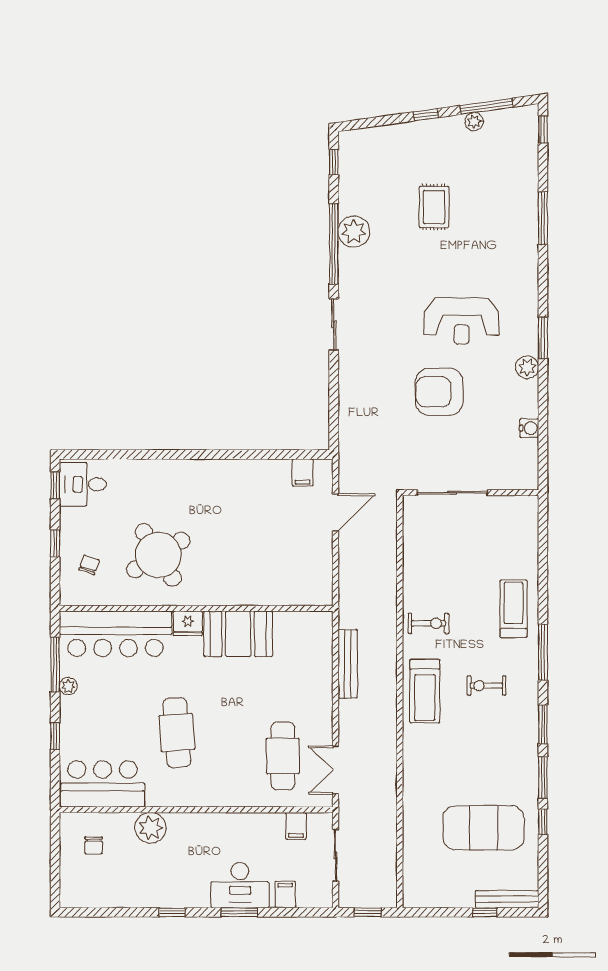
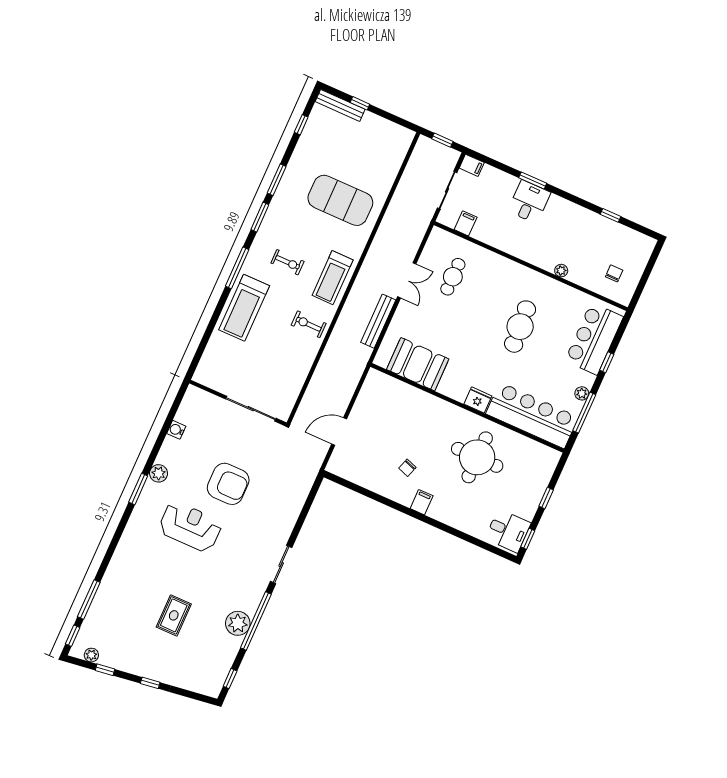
window: (487, 106) -> (105, 670), width x0.46
plant: (474, 122) -> (91, 655), moved
window: (543, 218) -> (89, 600), moved
filing cabinet: (303, 472) -> (422, 502), moved
round table: (158, 555) -> (477, 457), turned 32
chair: (89, 565) -> (407, 468), moved
treadmill: (513, 609) -> (244, 308), width x1.37, depth x1.38
booth: (238, 634) -> (418, 364), moved
treadmill: (425, 691) -> (333, 278), turned 180
cafe table: (283, 756) -> (453, 277), width x0.73, depth x0.74
double door: (335, 770) -> (407, 280), moved
bar counter: (103, 784) -> (594, 339), moved, turned 90
window: (543, 822) -> (301, 125), moved
plant: (151, 828) -> (561, 271), width x0.53, depth x0.53
exercise mat: (483, 828) -> (340, 200), moved
desk: (240, 885) -> (529, 202), width x0.73
filing cabinet: (285, 895) -> (472, 165), moved, turned -90
window: (172, 912) -> (610, 215), moved

